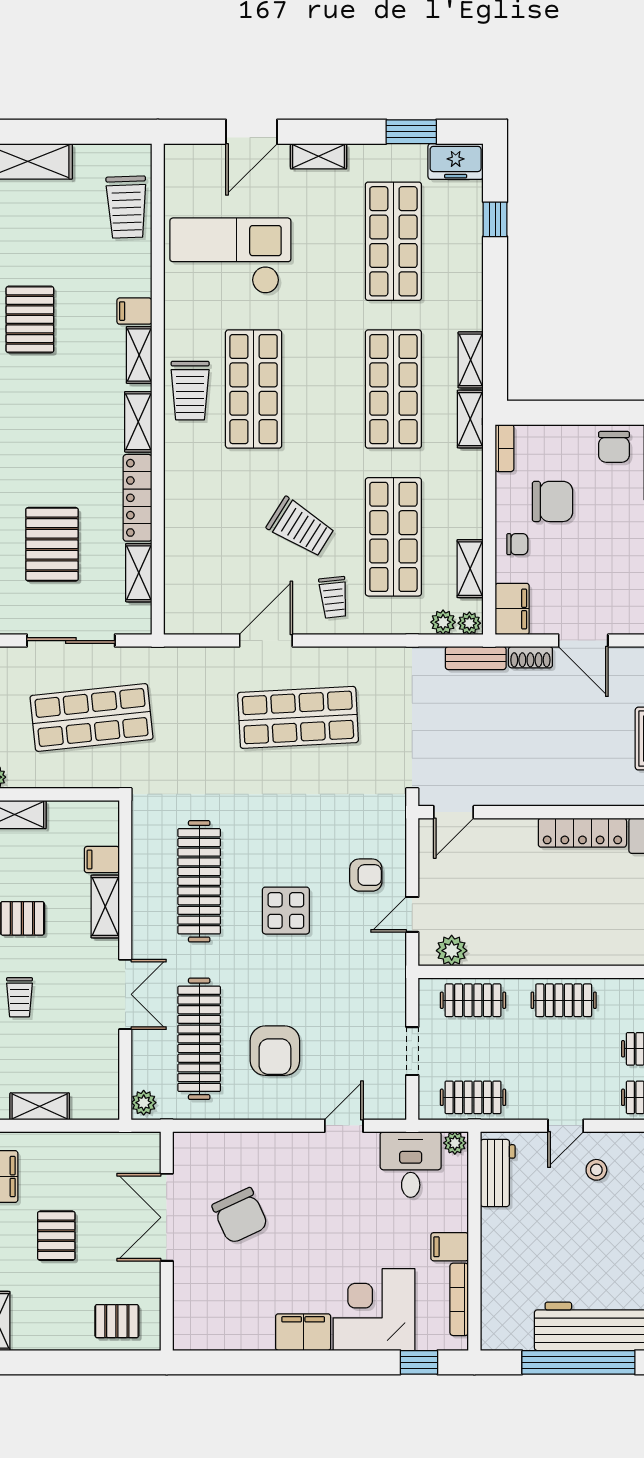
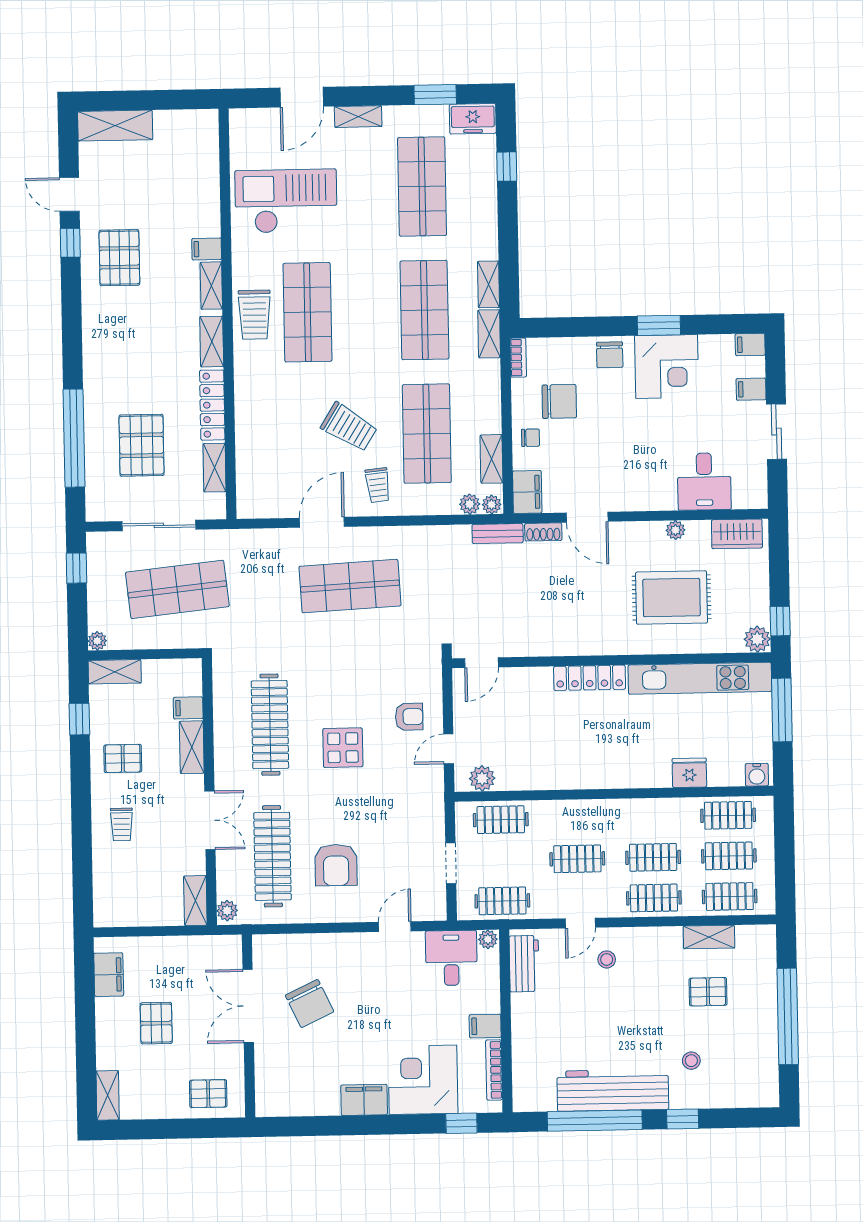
trolley: (127, 207) -> (199, 162), removed
clothes rail: (564, 1000) -> (577, 859), moved
shelving: (40, 1106) -> (195, 901), moved, turned 90

